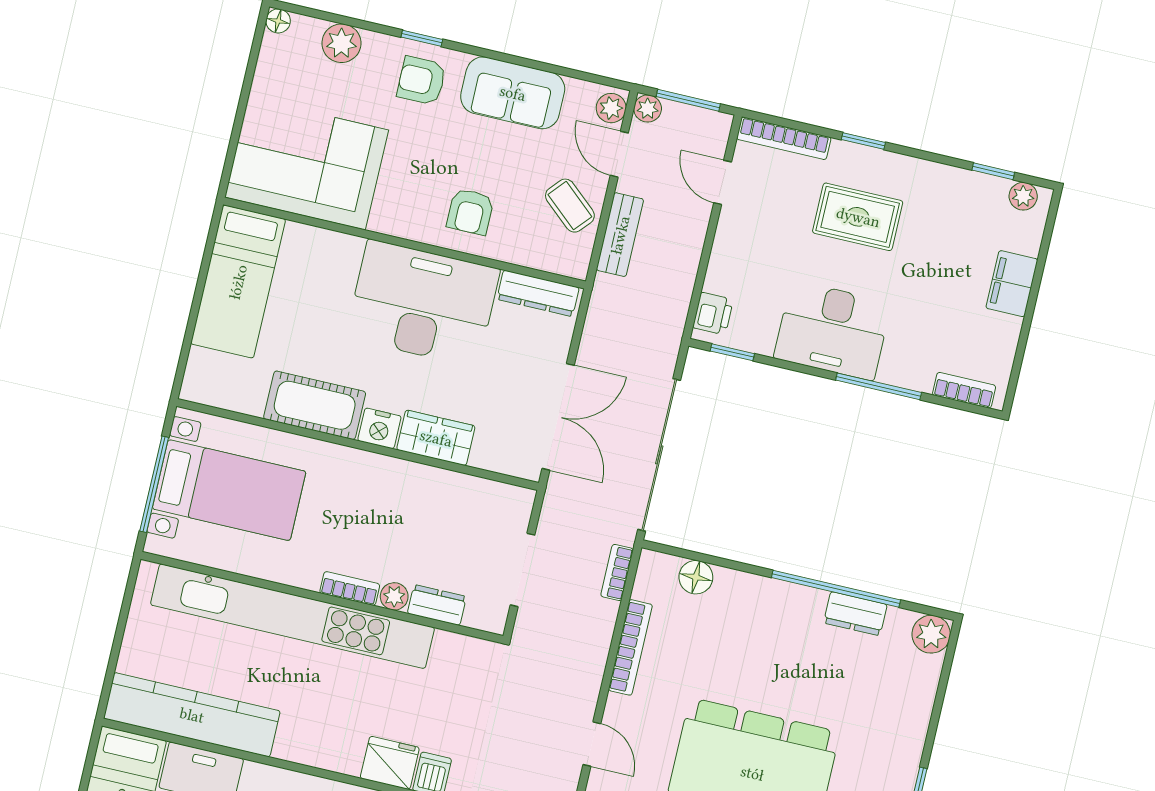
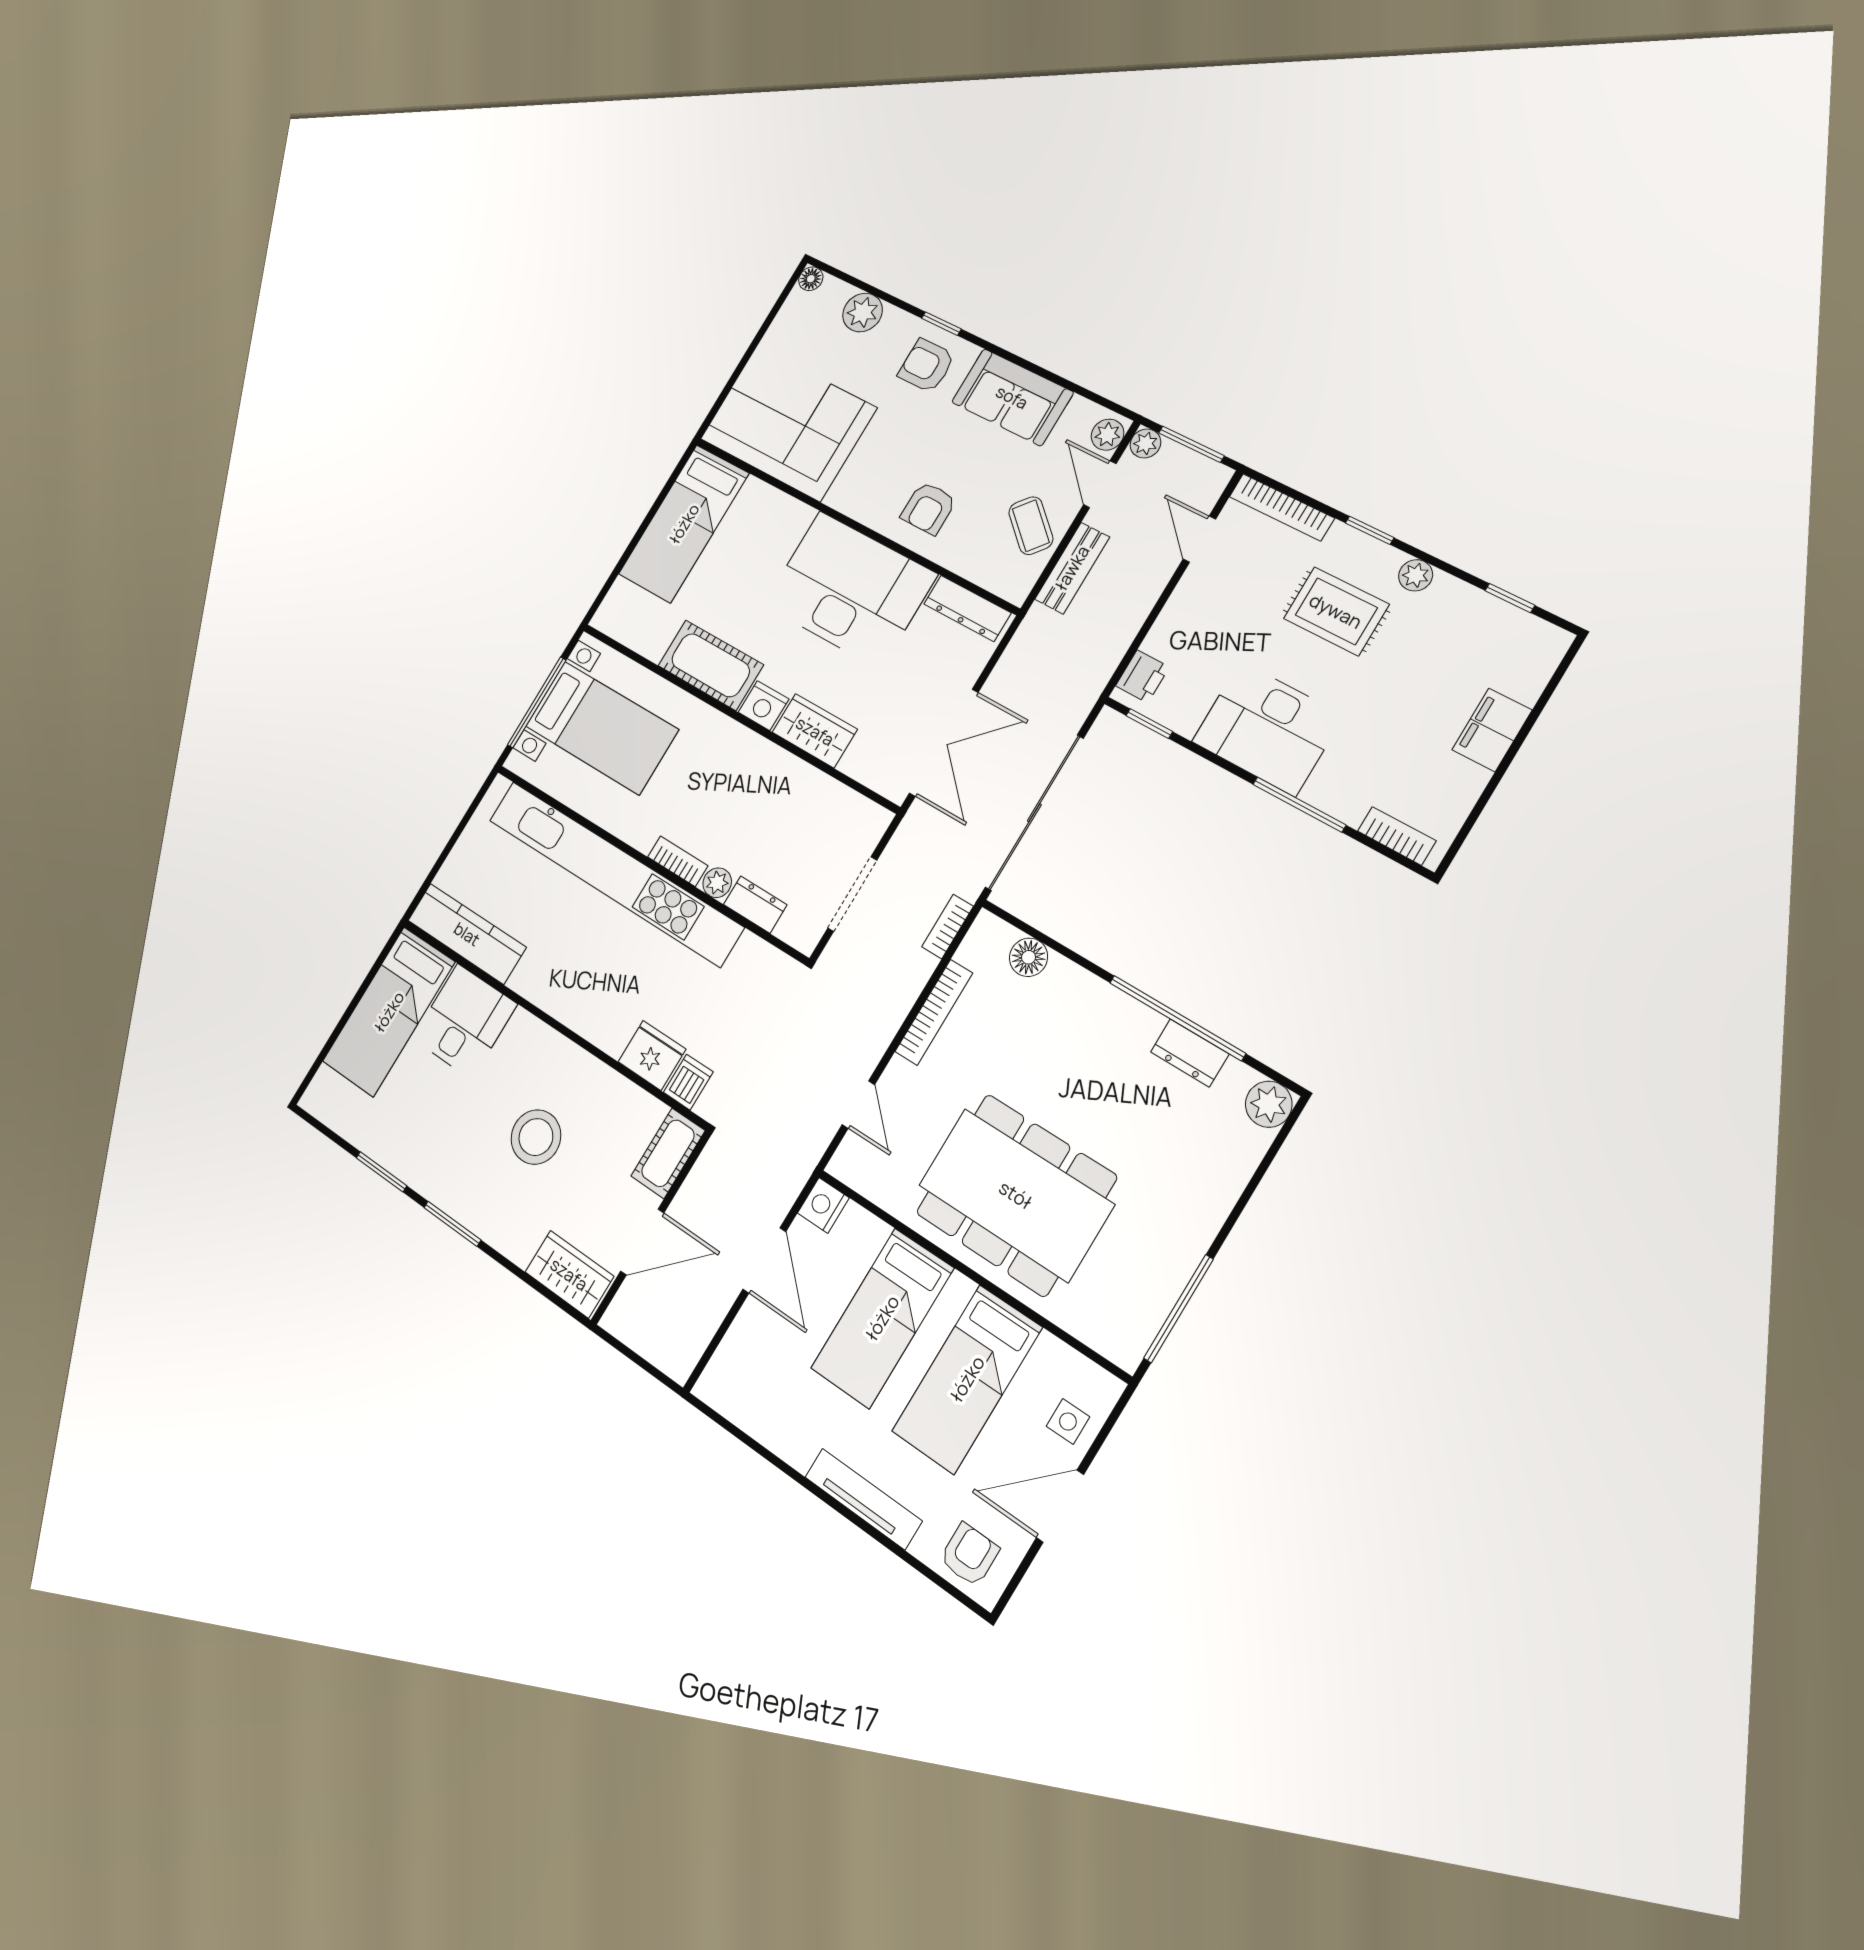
plant: (1023, 196) -> (1416, 575), moved
kitchen counter: (192, 715) -> (467, 934), width x0.72, depth x0.86

